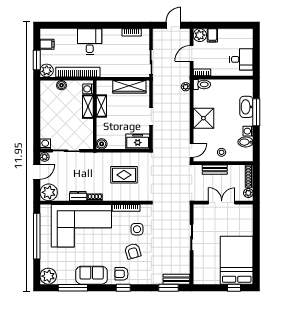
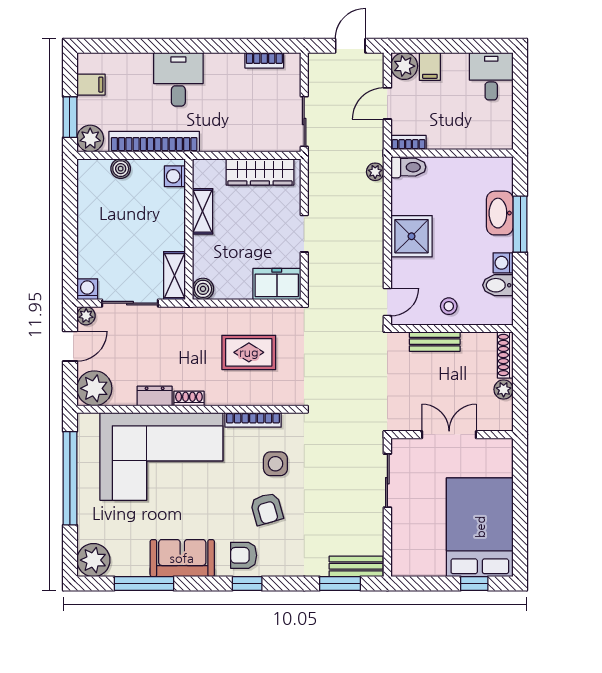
desk: (241, 59) -> (491, 76), moved, turned -90
shelving: (88, 107) -> (175, 276), moved
double door: (222, 203) -> (449, 435), moved
wall: (223, 203) -> (452, 435), moved

